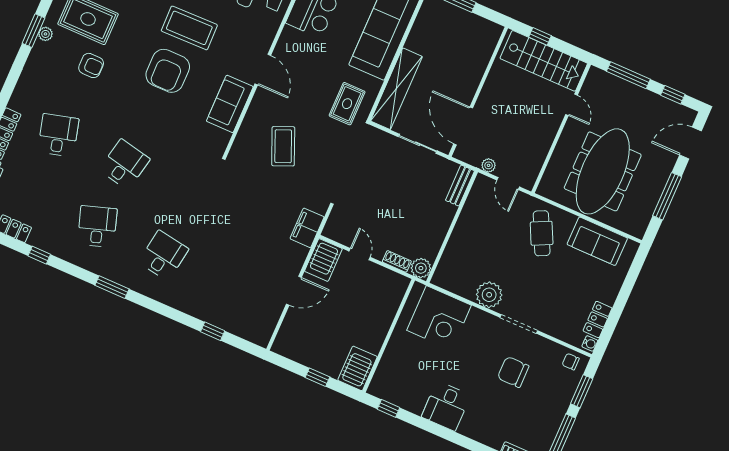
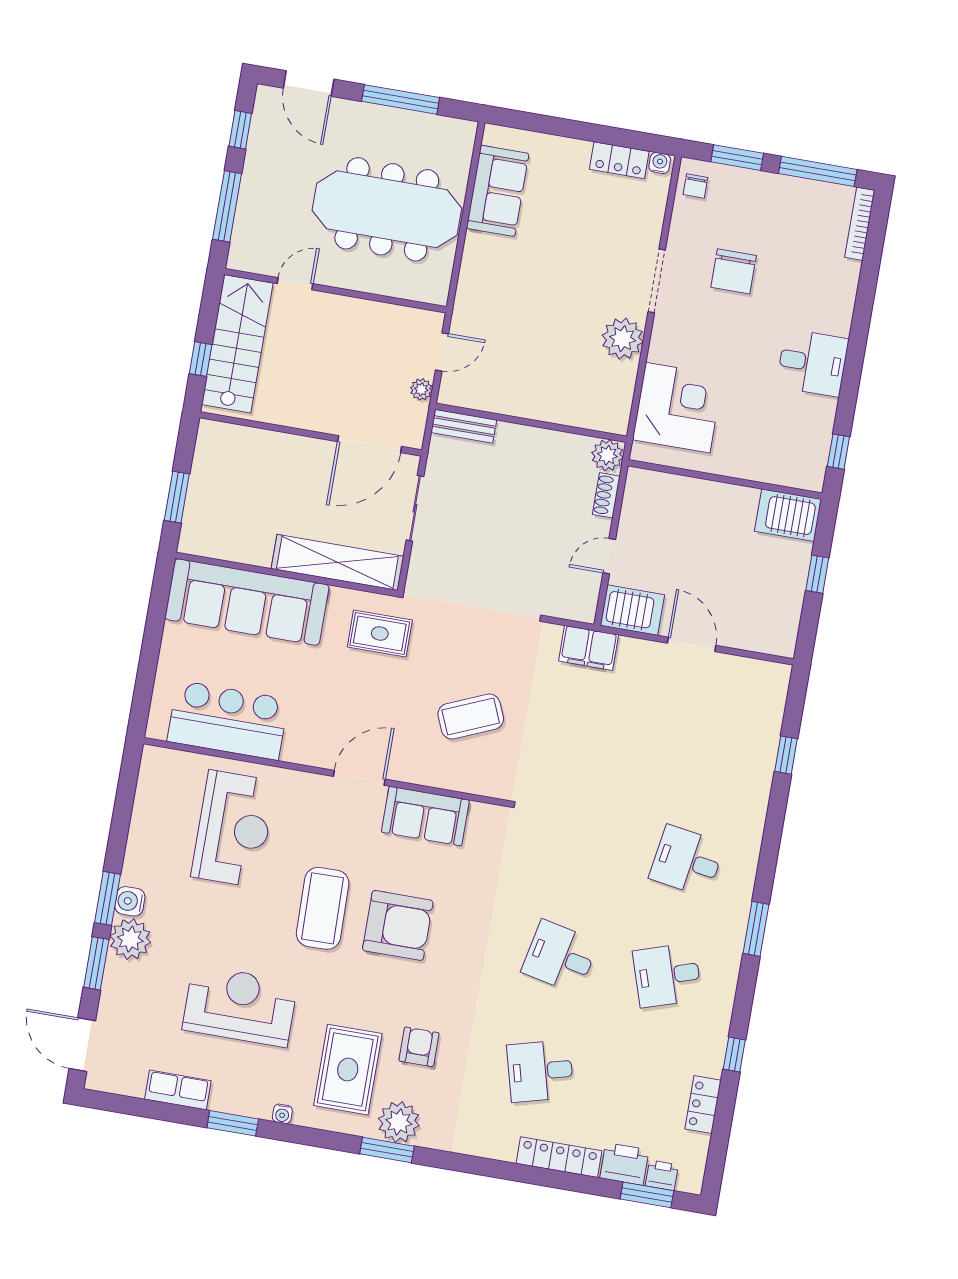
plant: (45, 34) -> (399, 1122), width x1.88, depth x1.88
cafe table: (542, 233) -> (507, 281), removed

